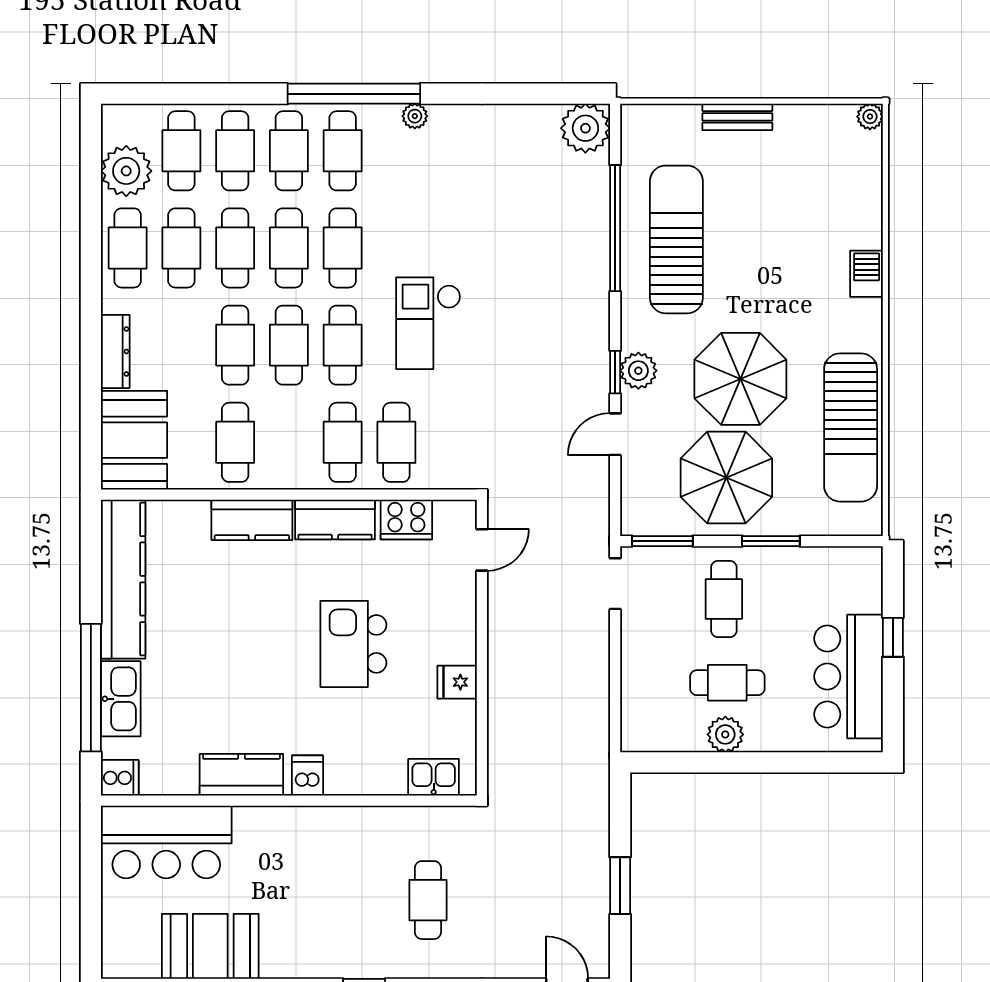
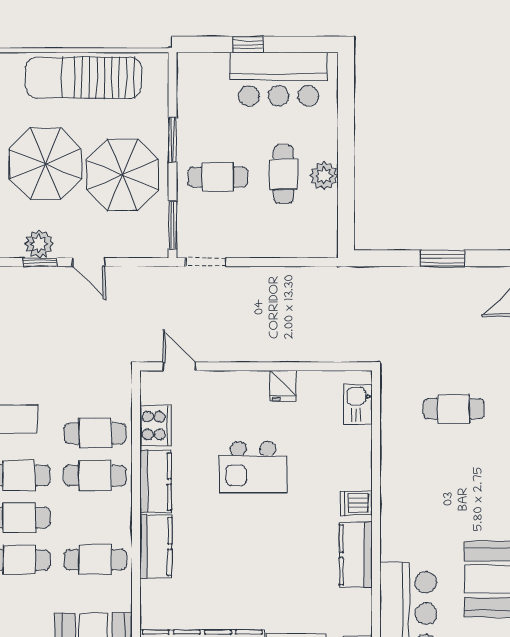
sun lounger: (851, 427) -> (84, 78), turned 180

